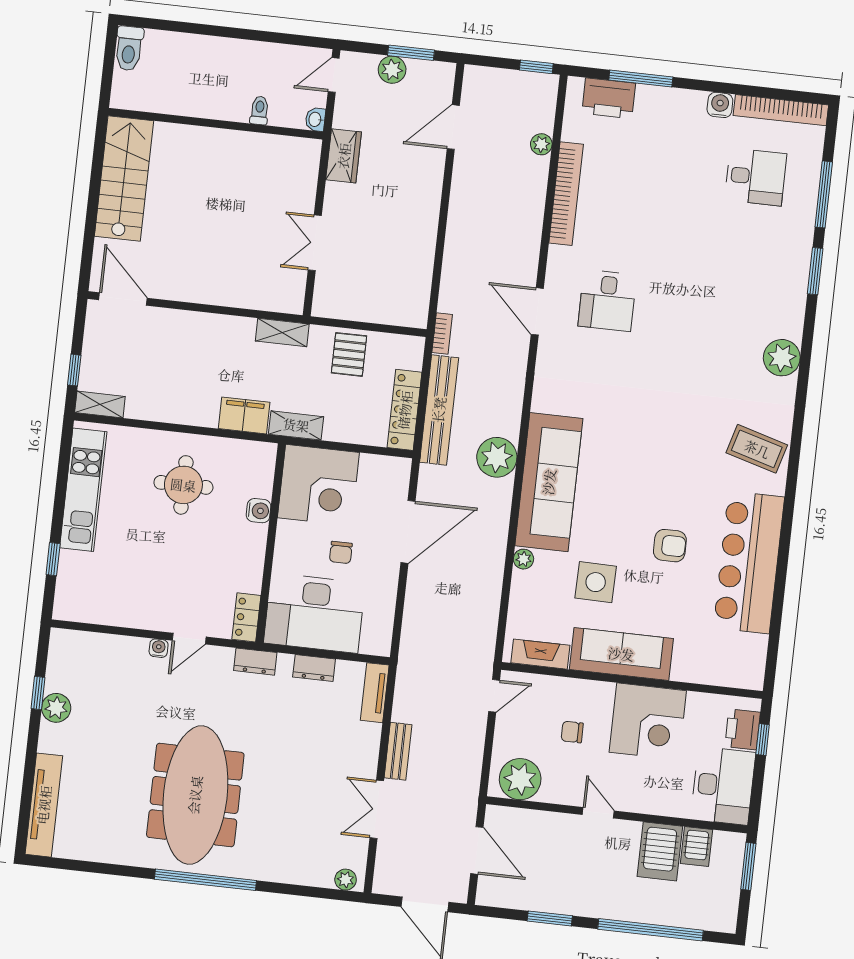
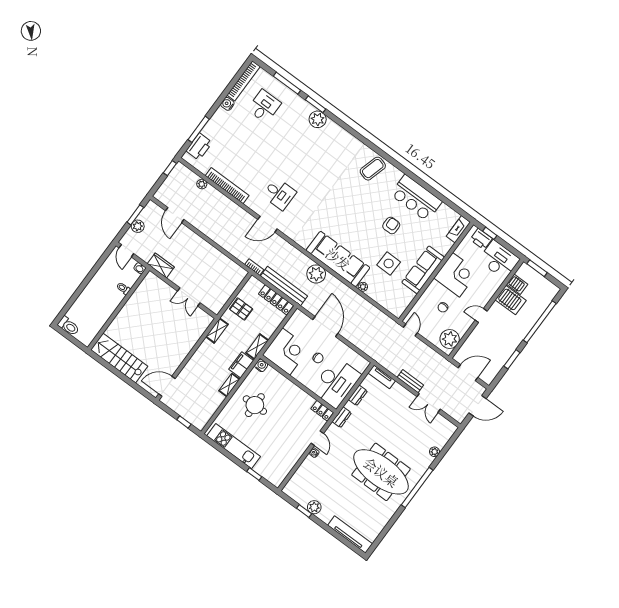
plant: (782, 358) -> (318, 119), moved
shelving: (100, 404) -> (229, 385), moved
water cooler: (259, 511) -> (261, 365), moved
bar counter: (749, 562) -> (416, 198), width x0.73
fireplace: (540, 654) -> (458, 229), moved
plant: (346, 880) -> (434, 452), moved

